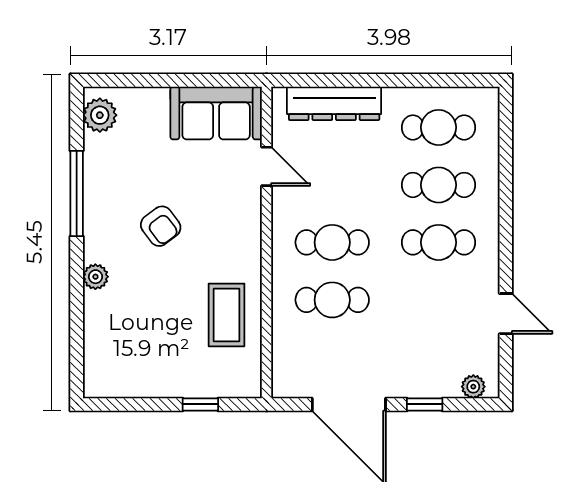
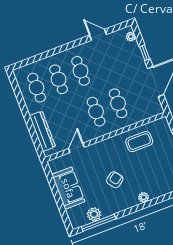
sofa: (216, 113) -> (68, 188), moved
plant: (100, 115) -> (94, 214), moved
window: (77, 194) -> (99, 223), moved
door: (506, 314) -> (98, 35), hinge flipped

